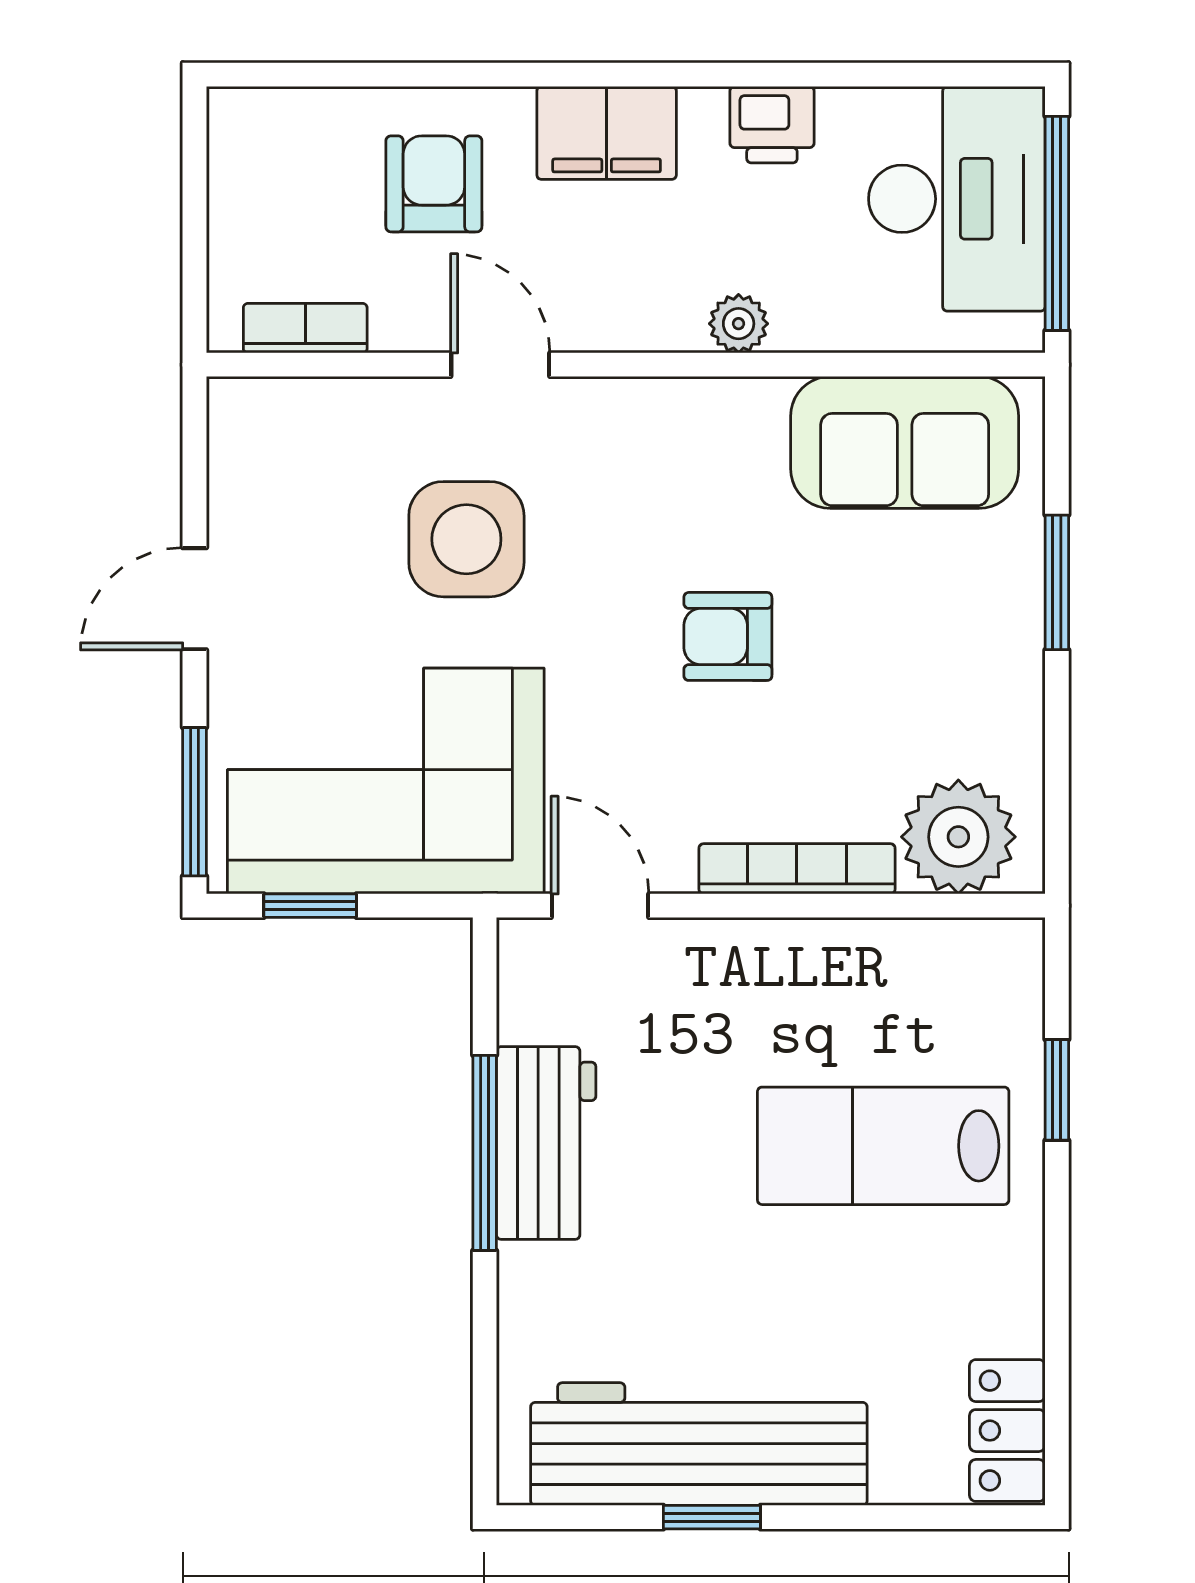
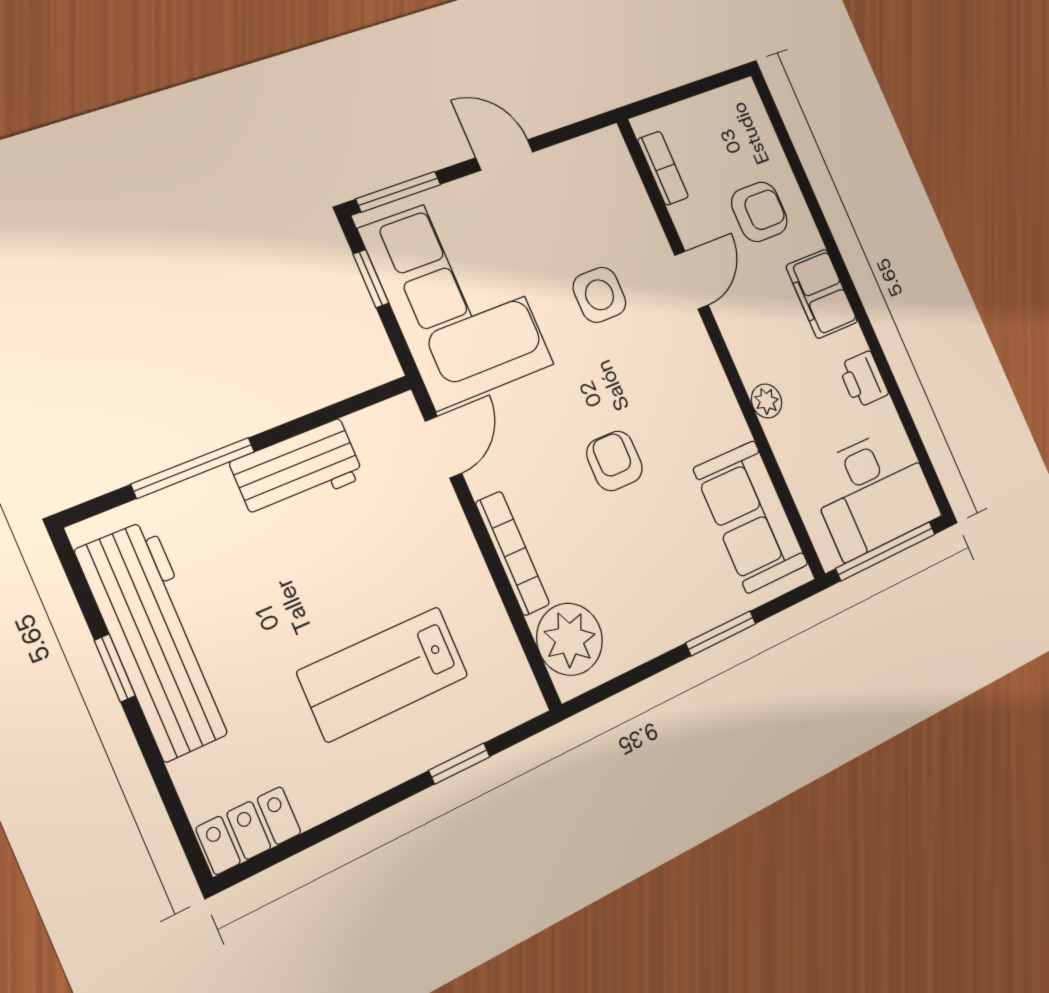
side table: (466, 539) -> (599, 295), width x0.73, depth x0.73
lab bench: (883, 1146) -> (383, 674), turned -90
window: (485, 1153) -> (193, 468), moved

